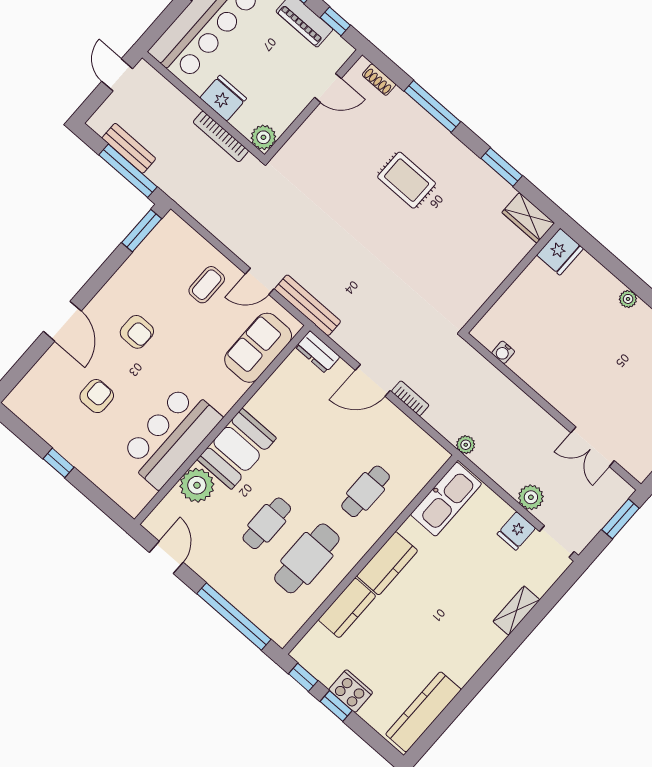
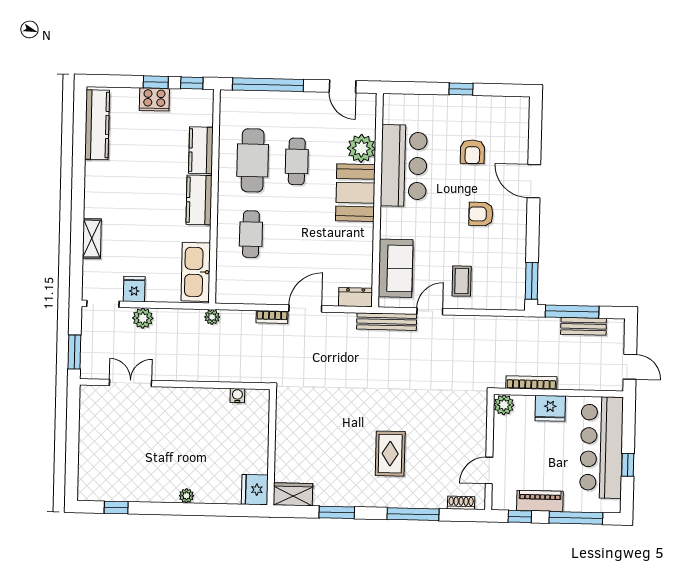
rug: (407, 180) -> (390, 454), turned 90

